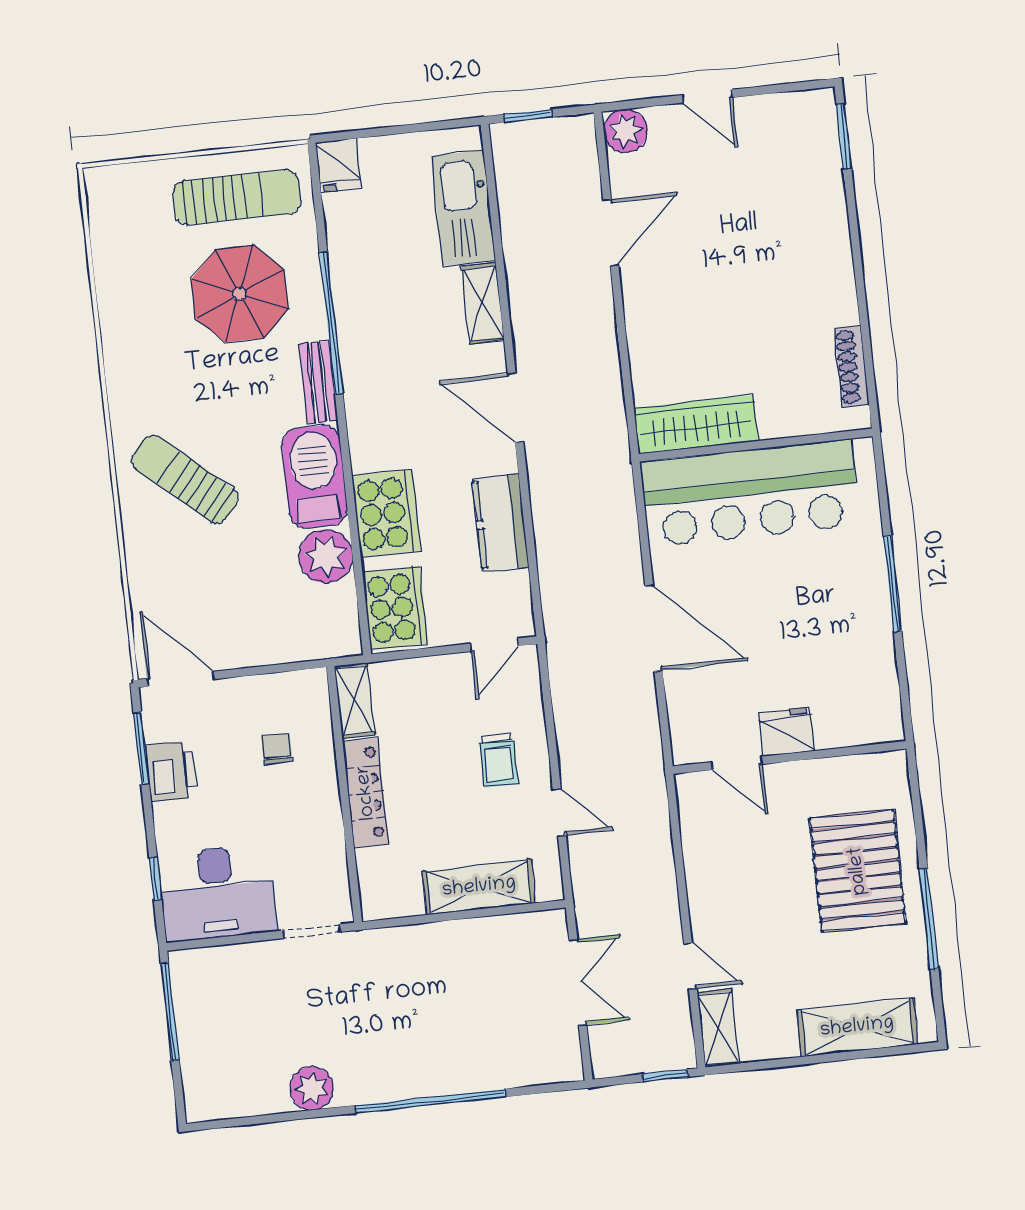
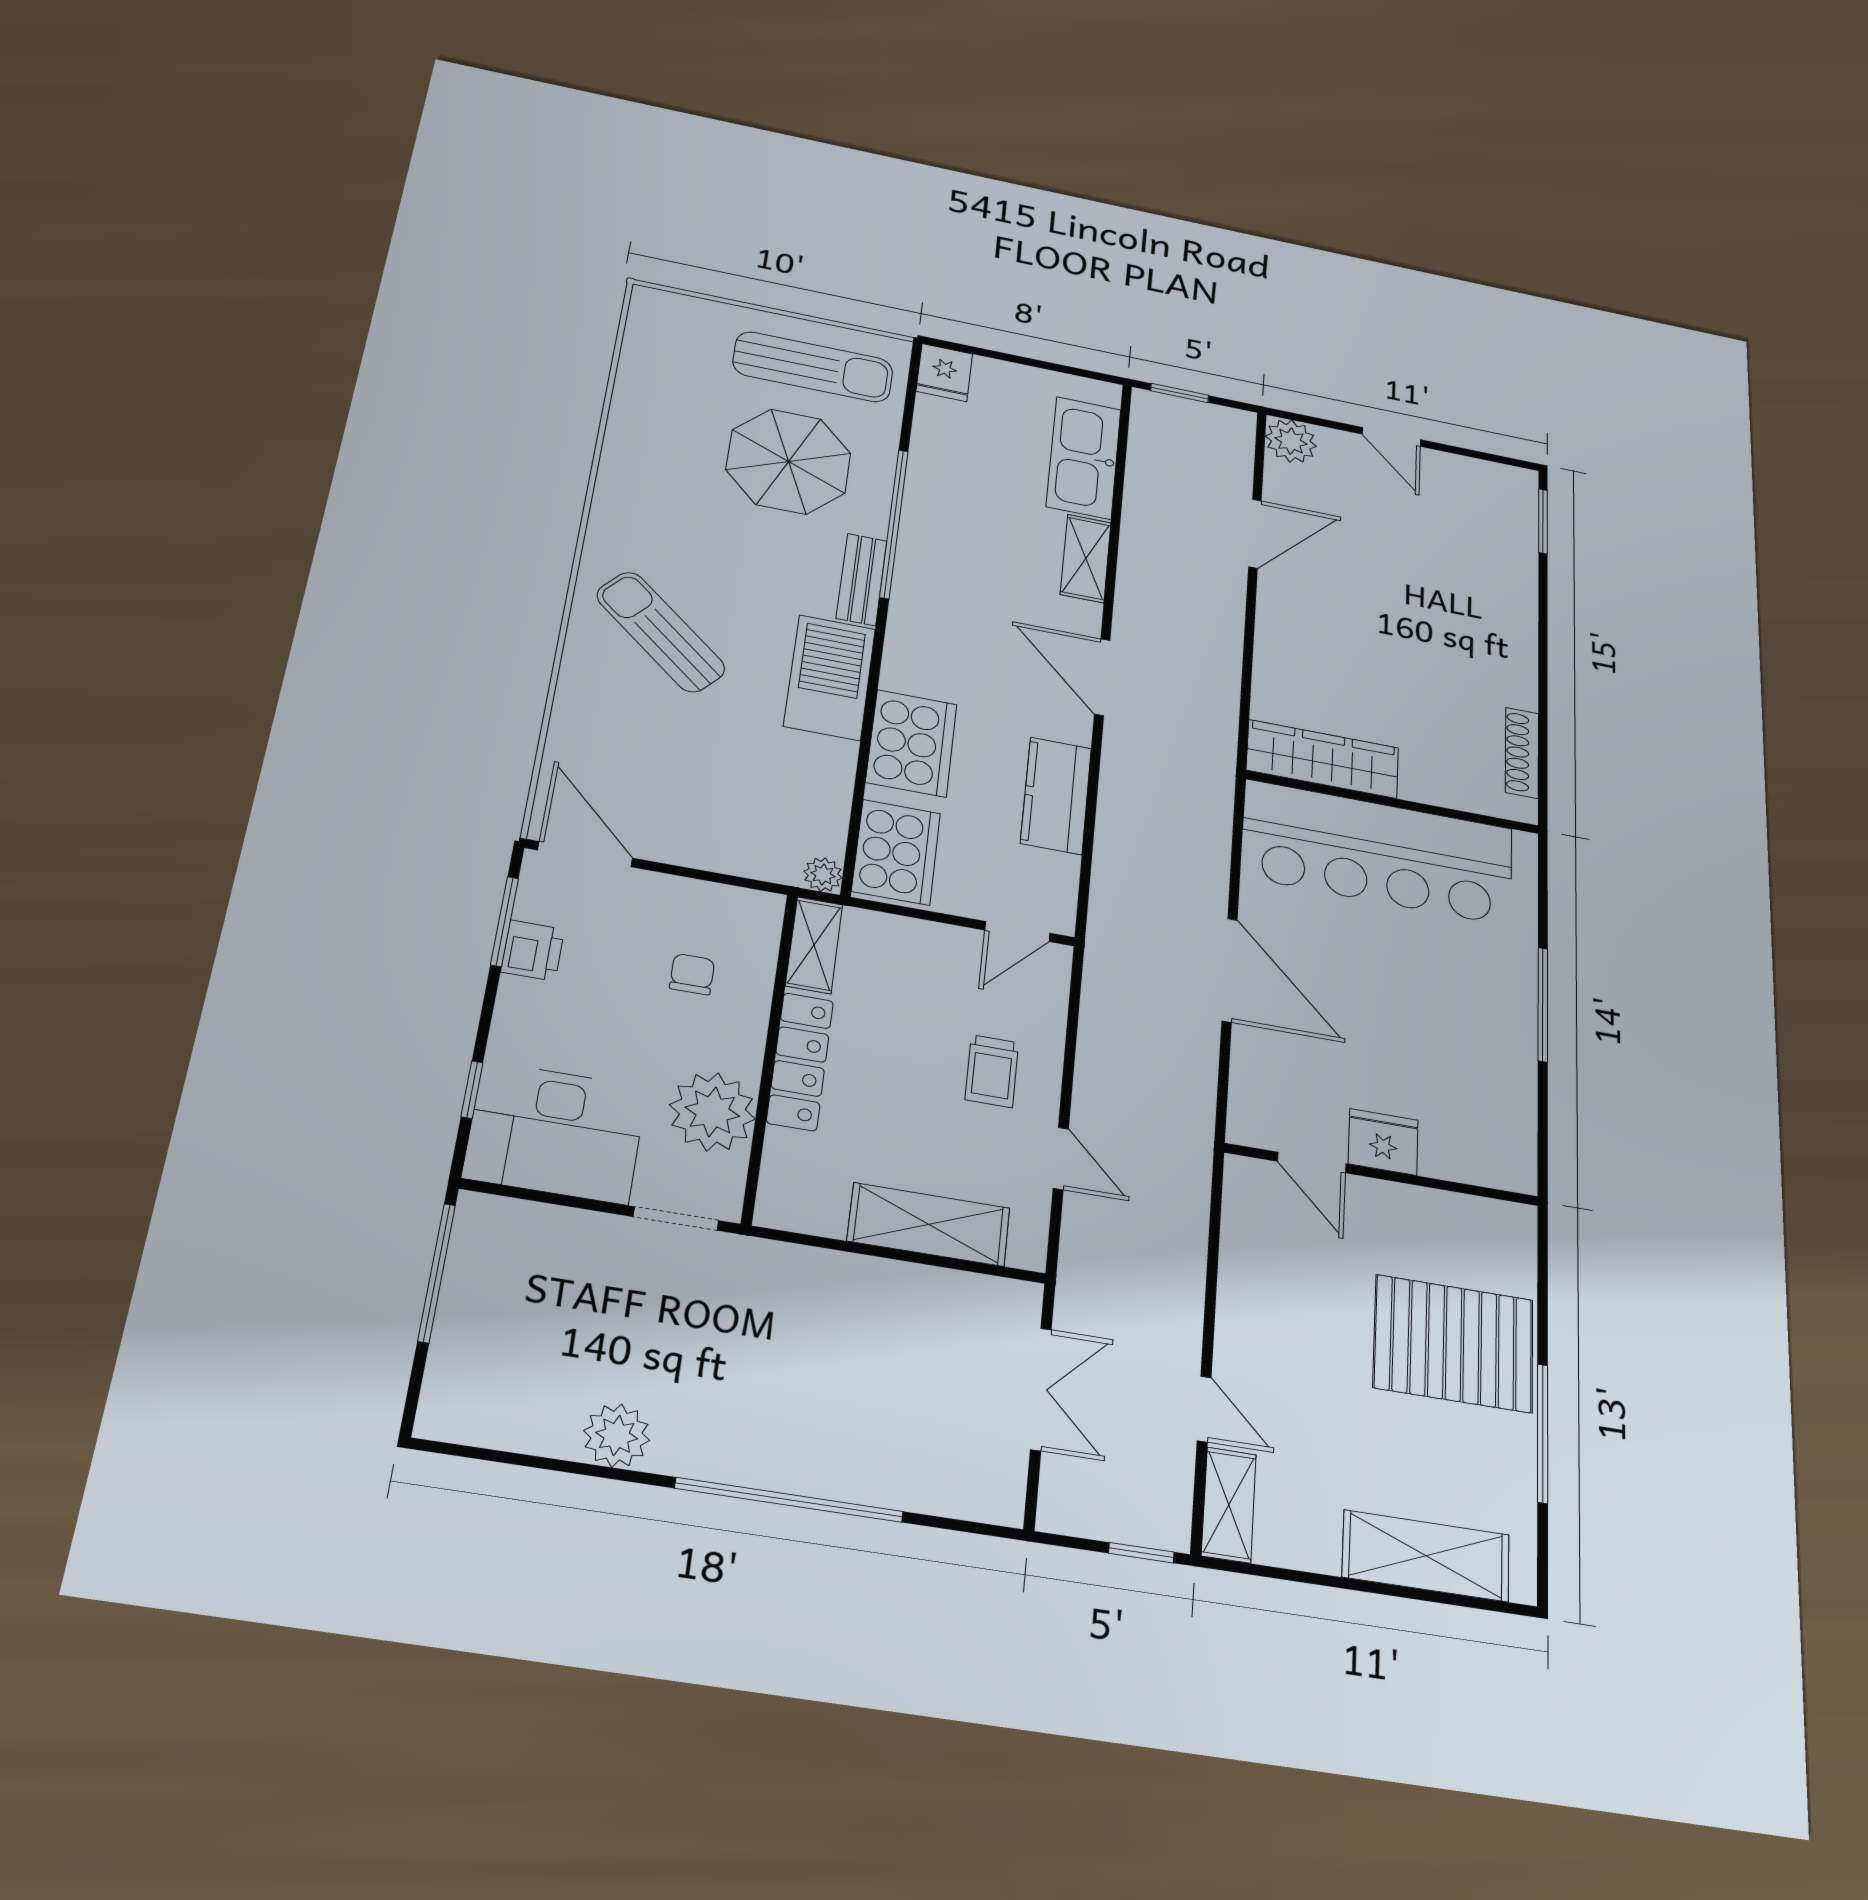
plant: (326, 556) -> (823, 875), moved, width x0.53, depth x0.53
printer: (171, 771) -> (533, 950), width x0.73, depth x0.81
plant: (316, 848) -> (712, 1112), added
pallet: (858, 871) -> (1454, 1343), turned 90

